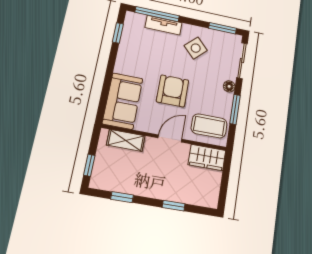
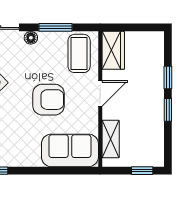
armchair: (173, 91) -> (49, 100), turned 180
door: (170, 138) -> (100, 93), swing flipped
window: (122, 197) -> (168, 110), moved

